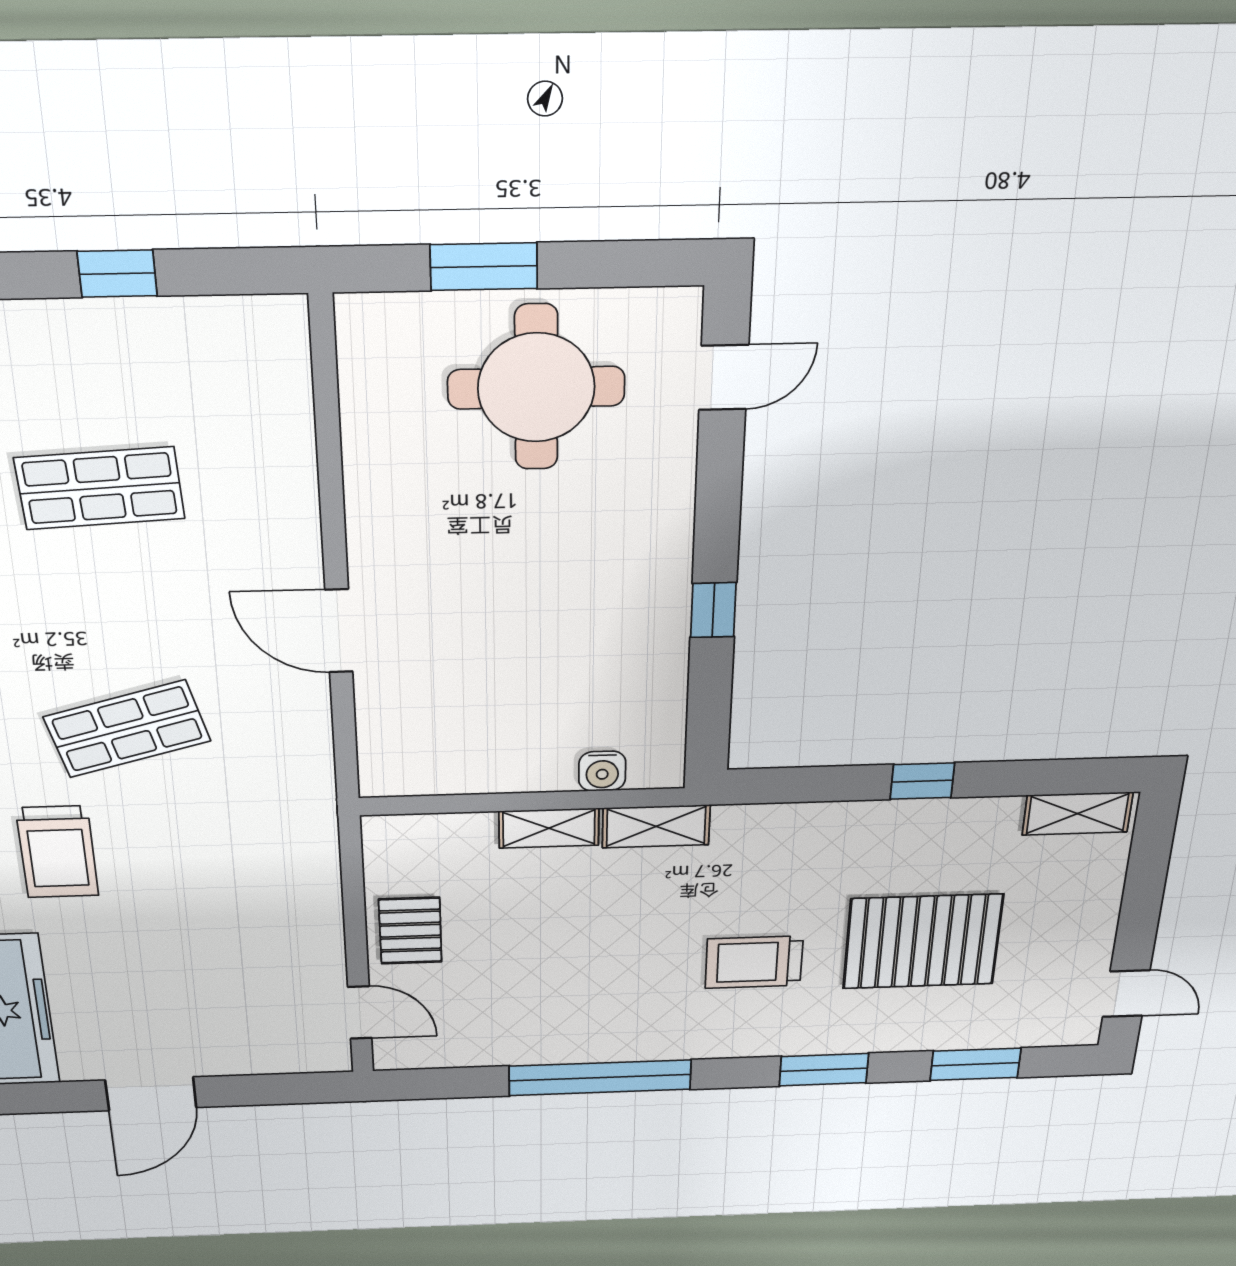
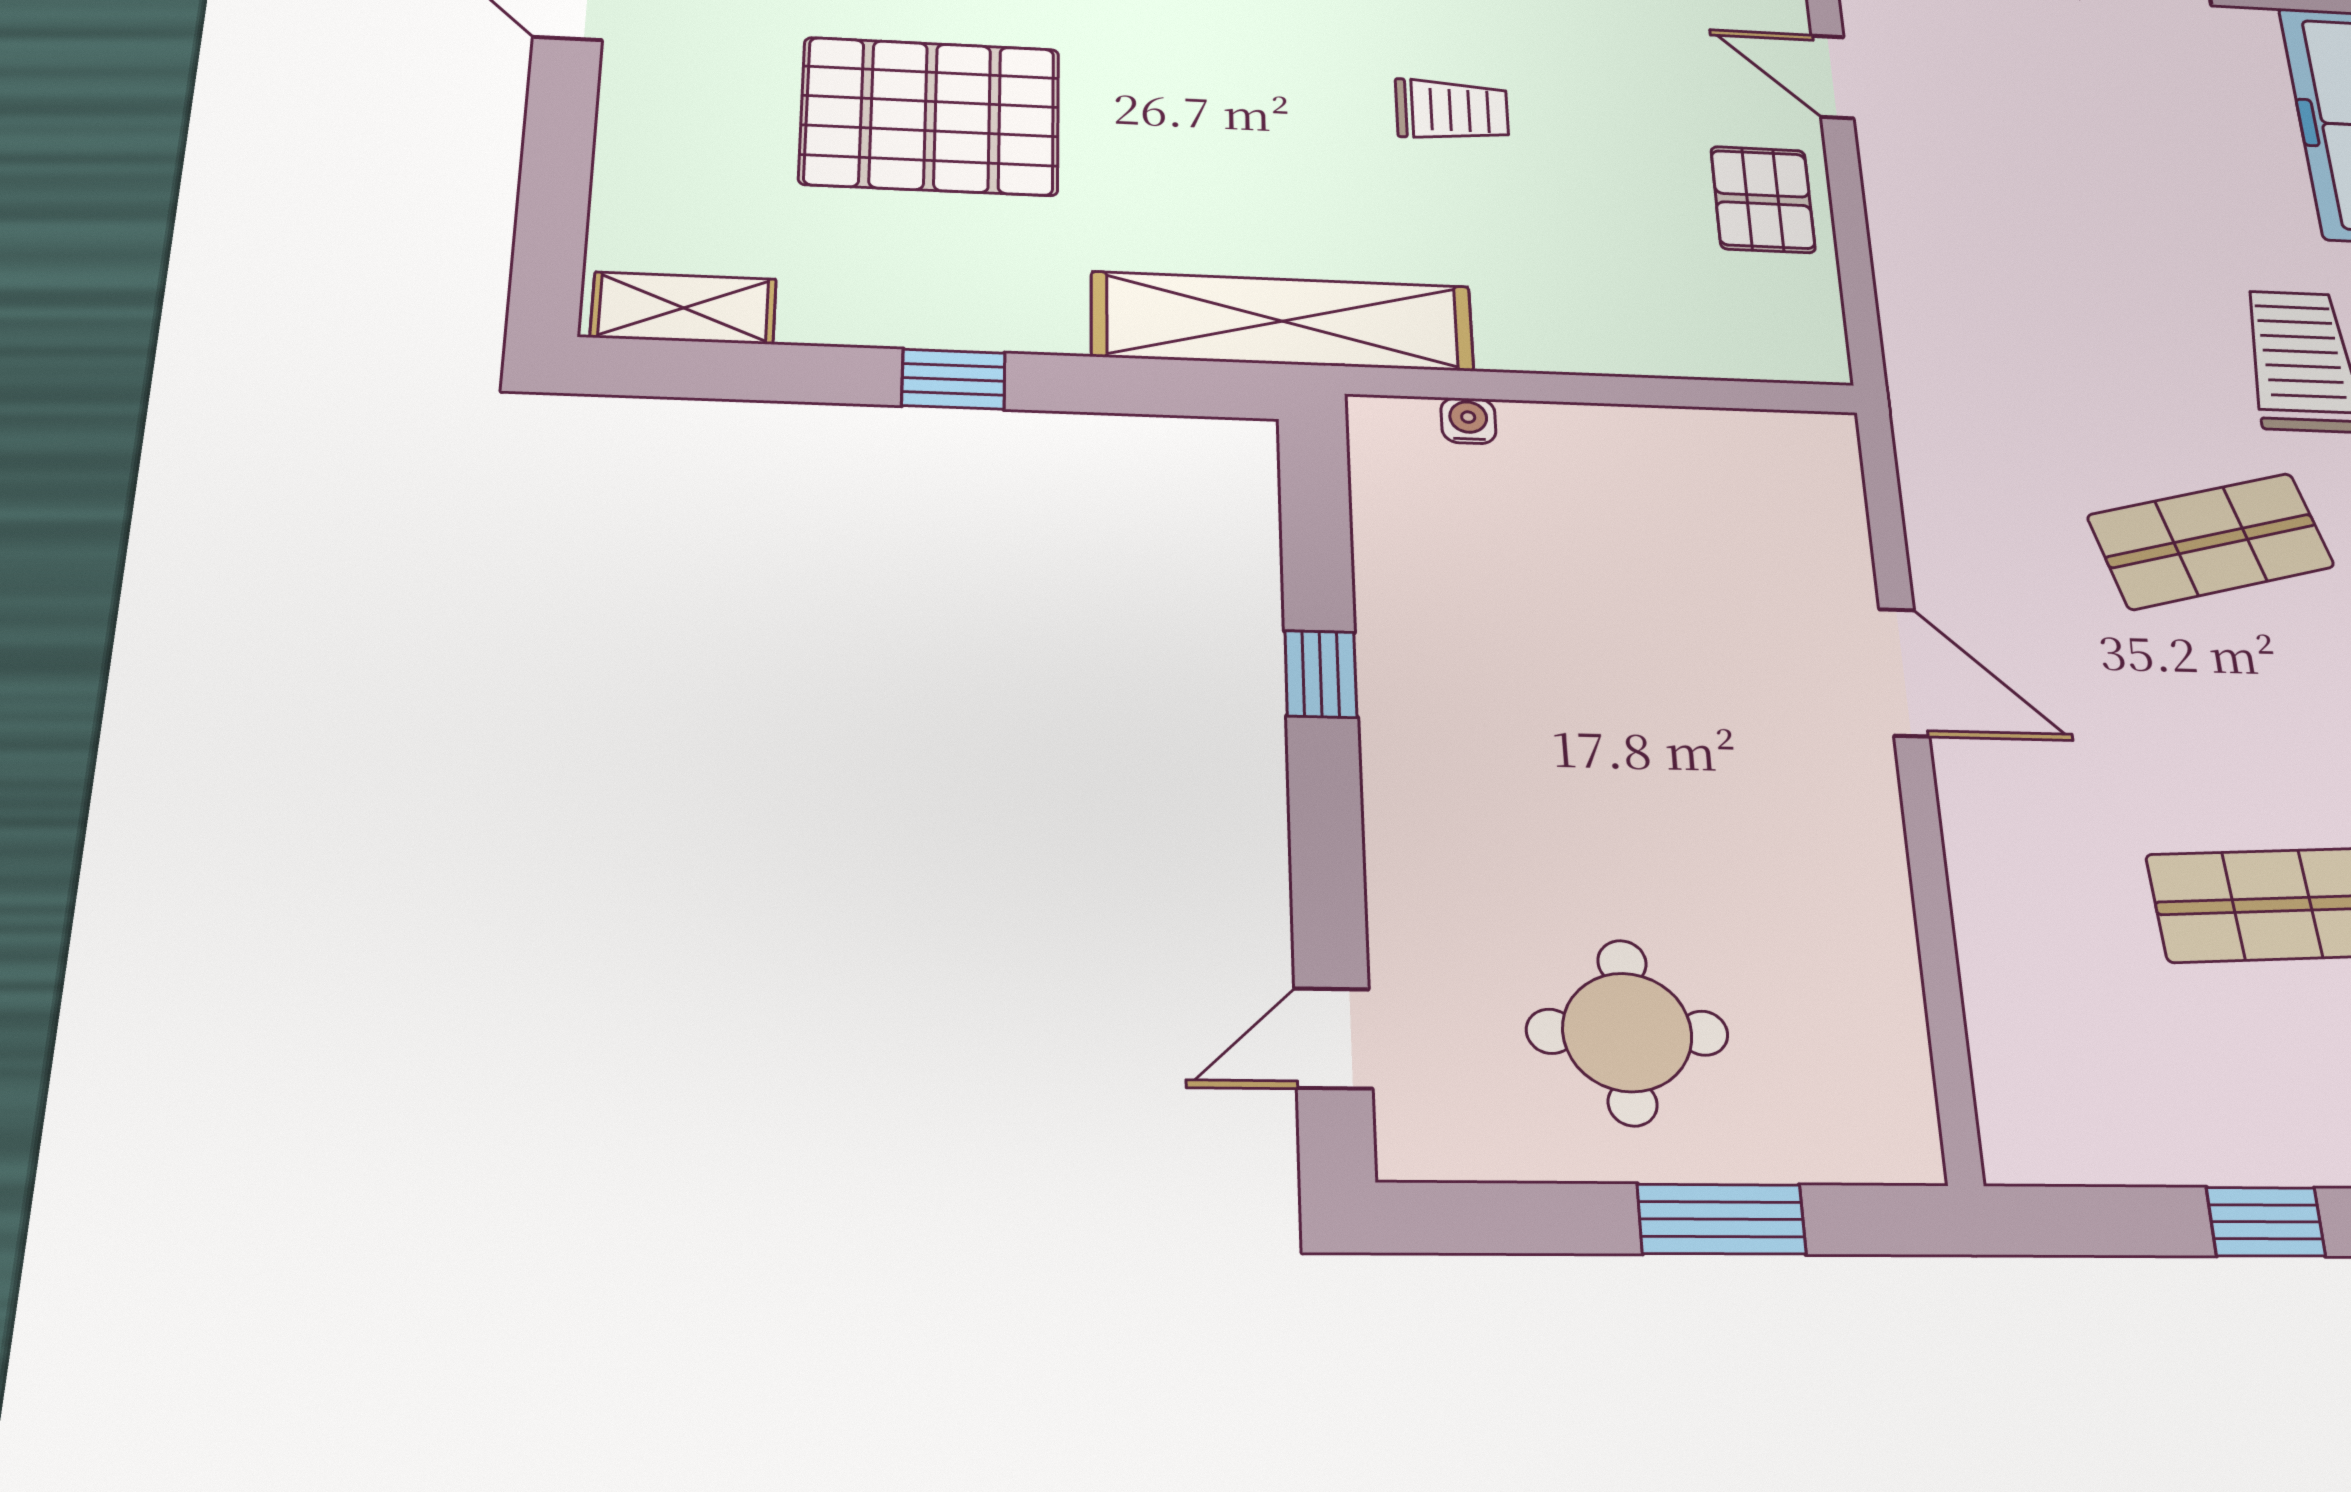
round table: (536, 388) -> (1627, 1032), width x0.73, depth x0.73
water cooler: (602, 771) -> (1468, 421), width x0.72, depth x0.72
shelving: (656, 826) -> (1283, 321), width x2.20, depth x1.33
shelving: (549, 828) -> (1557, 345), removed
trolley: (754, 962) -> (1452, 110), moved, width x0.73, depth x0.72

